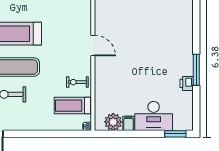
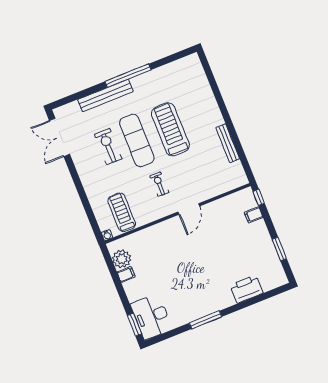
exercise bike: (77, 82) -> (159, 184), moved
printer: (187, 83) -> (246, 289), moved, width x1.87, depth x1.48
desk: (154, 116) -> (151, 317), moved

